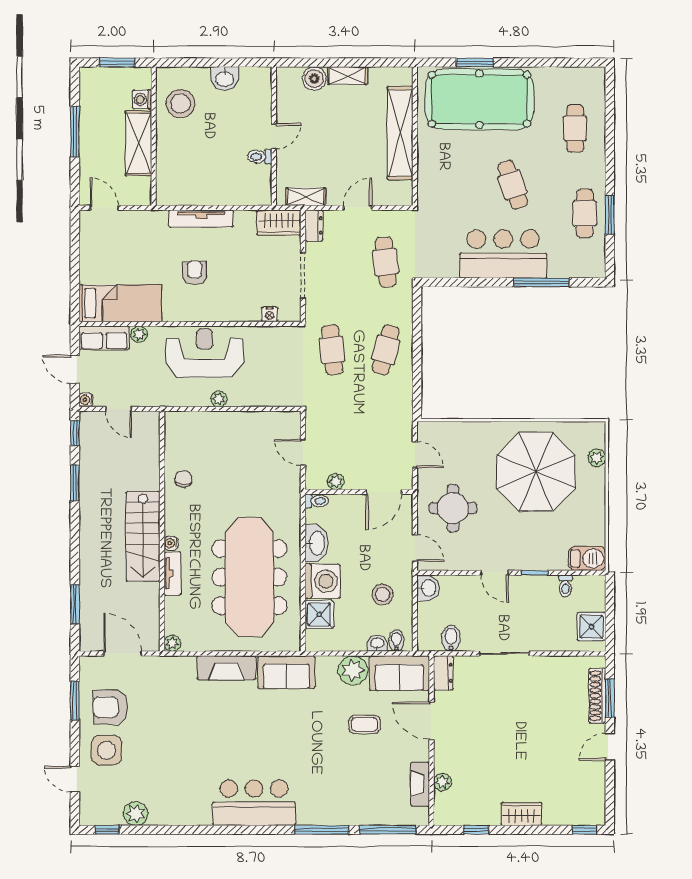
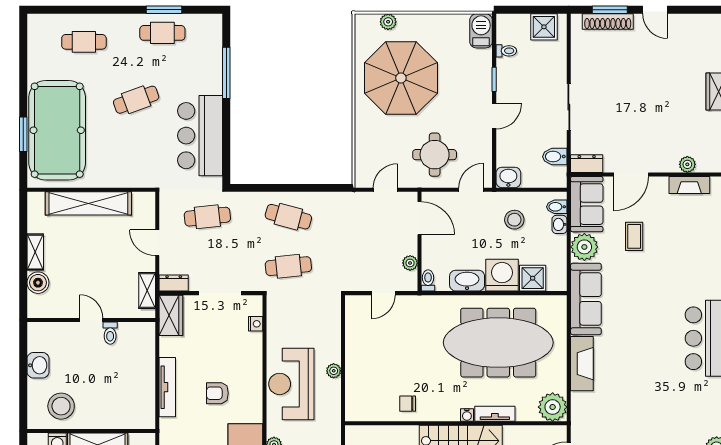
bar counter: (503, 254) -> (200, 136), moved
plant: (172, 643) -> (553, 407), width x1.88, depth x1.88
sofa: (286, 672) -> (586, 299), width x1.36

